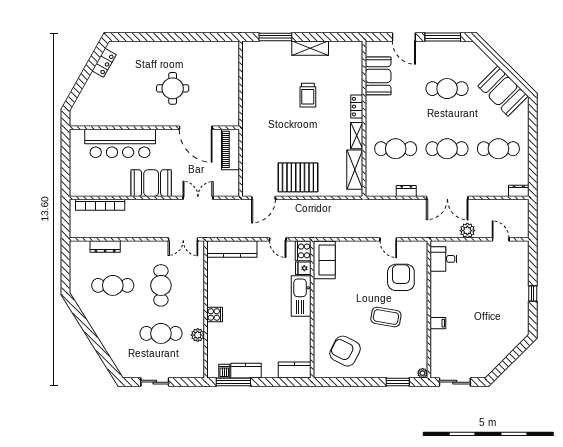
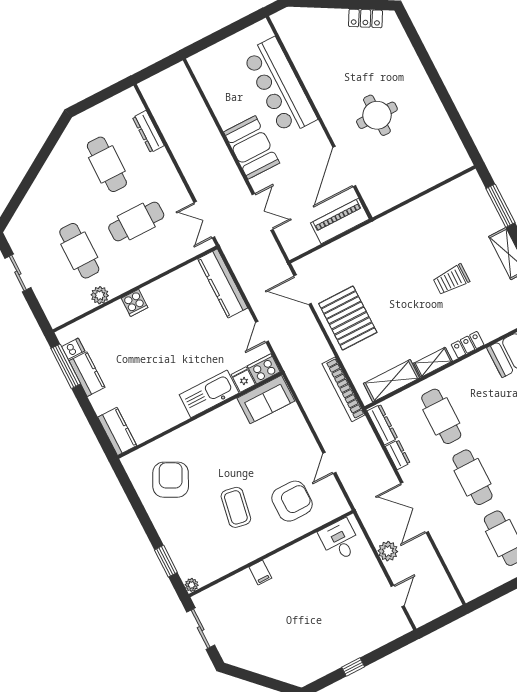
dresser: (519, 191) -> (382, 425), moved, width x1.44
bookcase: (100, 205) -> (343, 389), moved

